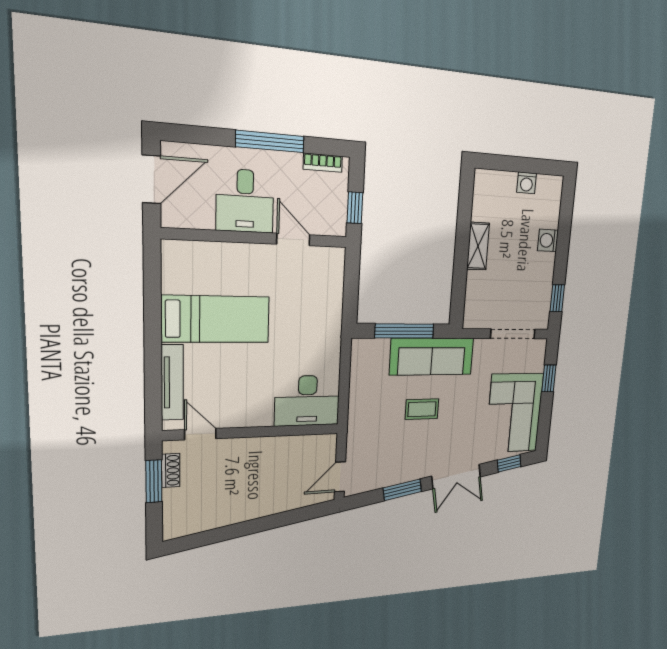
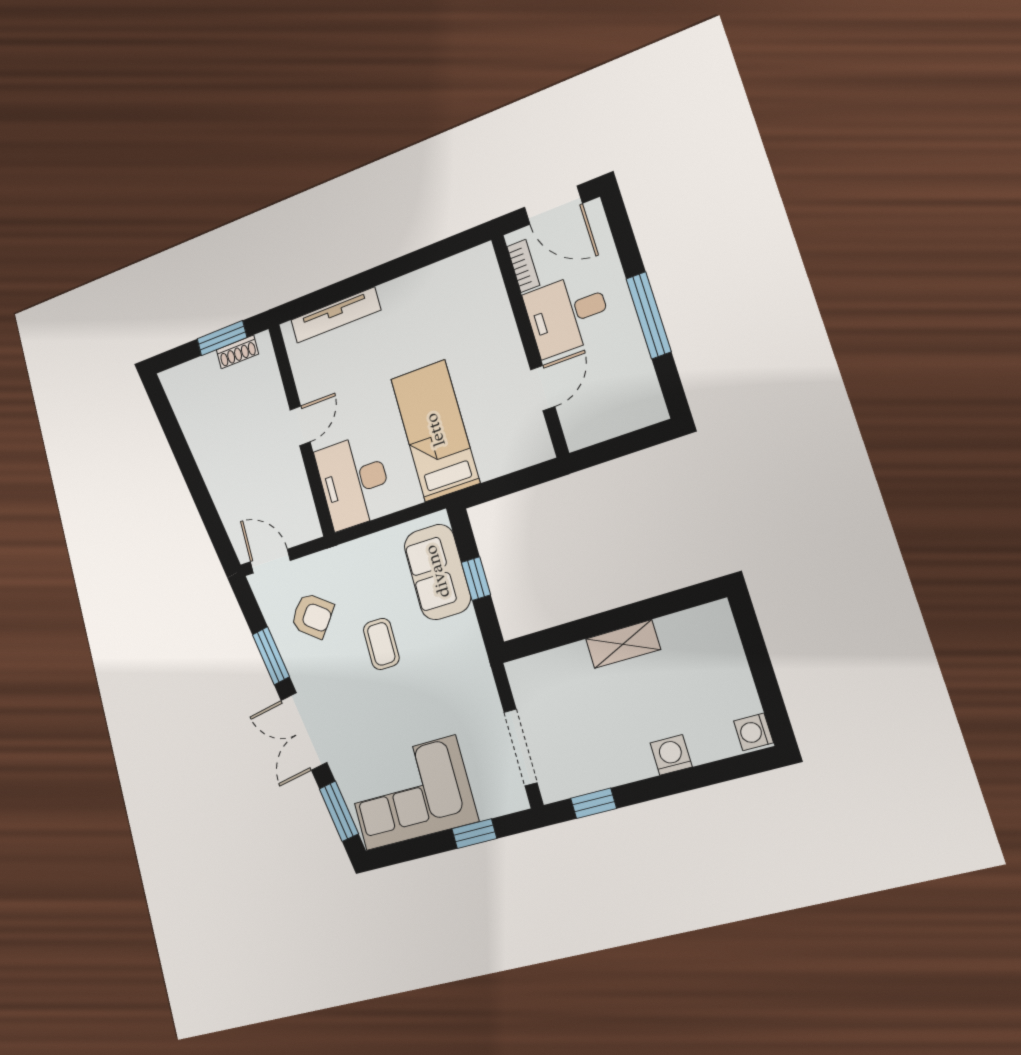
bookcase: (323, 163) -> (523, 266), moved, turned 180
washing machine: (527, 183) -> (753, 732), moved
window: (355, 208) -> (610, 450), removed
bed: (216, 319) -> (435, 430), moved, turned 180
window: (404, 331) -> (476, 579), width x0.46
sofa: (432, 356) -> (437, 572), moved, width x0.73
door: (200, 434) -> (300, 426), moved
armchair: (387, 454) -> (312, 616), added
window: (509, 463) -> (339, 811), width x1.50

